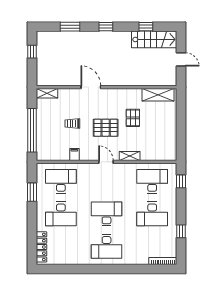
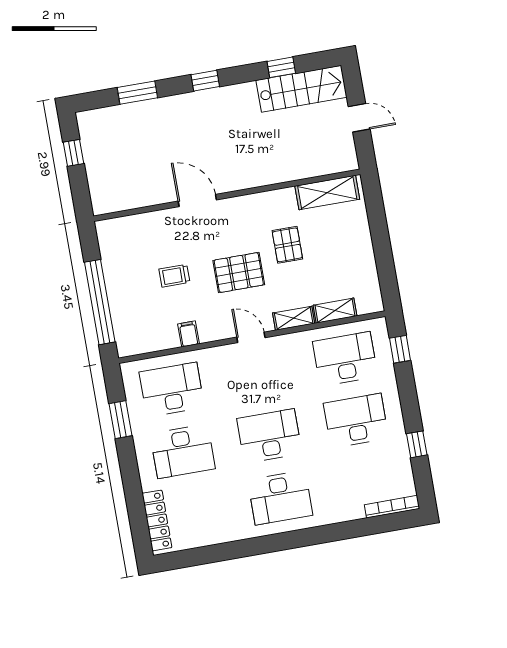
shelving: (47, 93) -> (335, 311), moved
desk: (152, 214) -> (356, 421), turned 180

